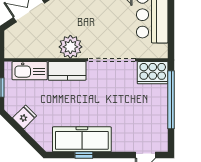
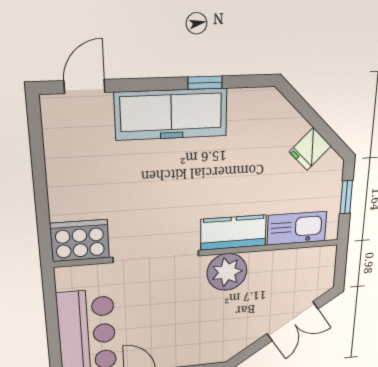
window: (171, 100) -> (41, 195), removed
freezer: (82, 139) -> (171, 114), moved

